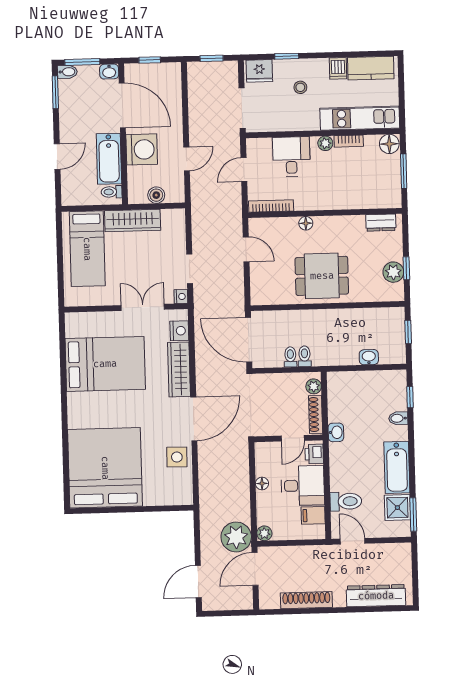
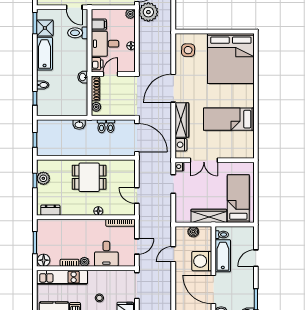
washbasin: (369, 357) -> (79, 124), moved
bed: (105, 364) -> (229, 119), width x0.67
side table: (177, 457) -> (188, 50), moved

